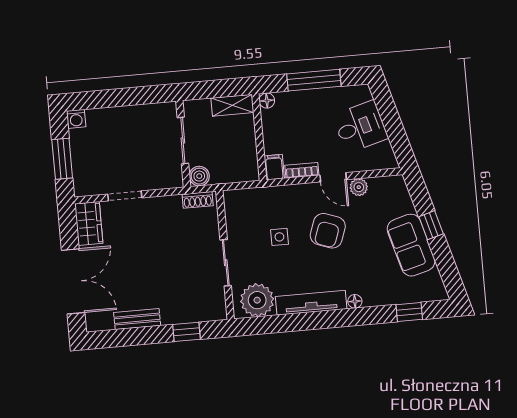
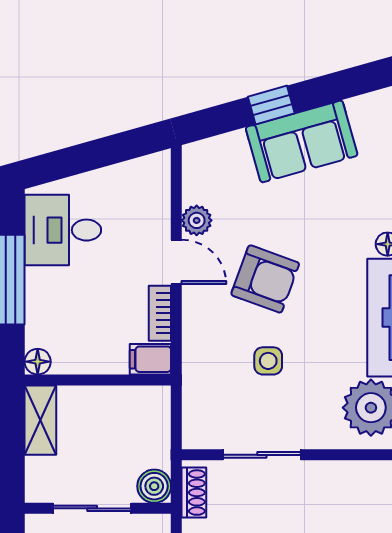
desk: (360, 127) -> (63, 230), moved, turned -74
door: (333, 177) -> (176, 262), hinge flipped
sliding door: (226, 263) -> (262, 455), moved

